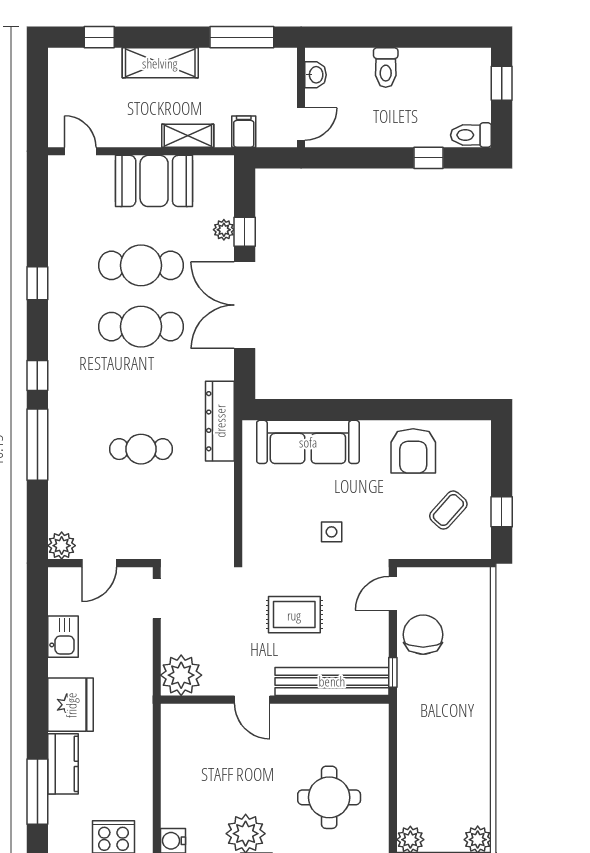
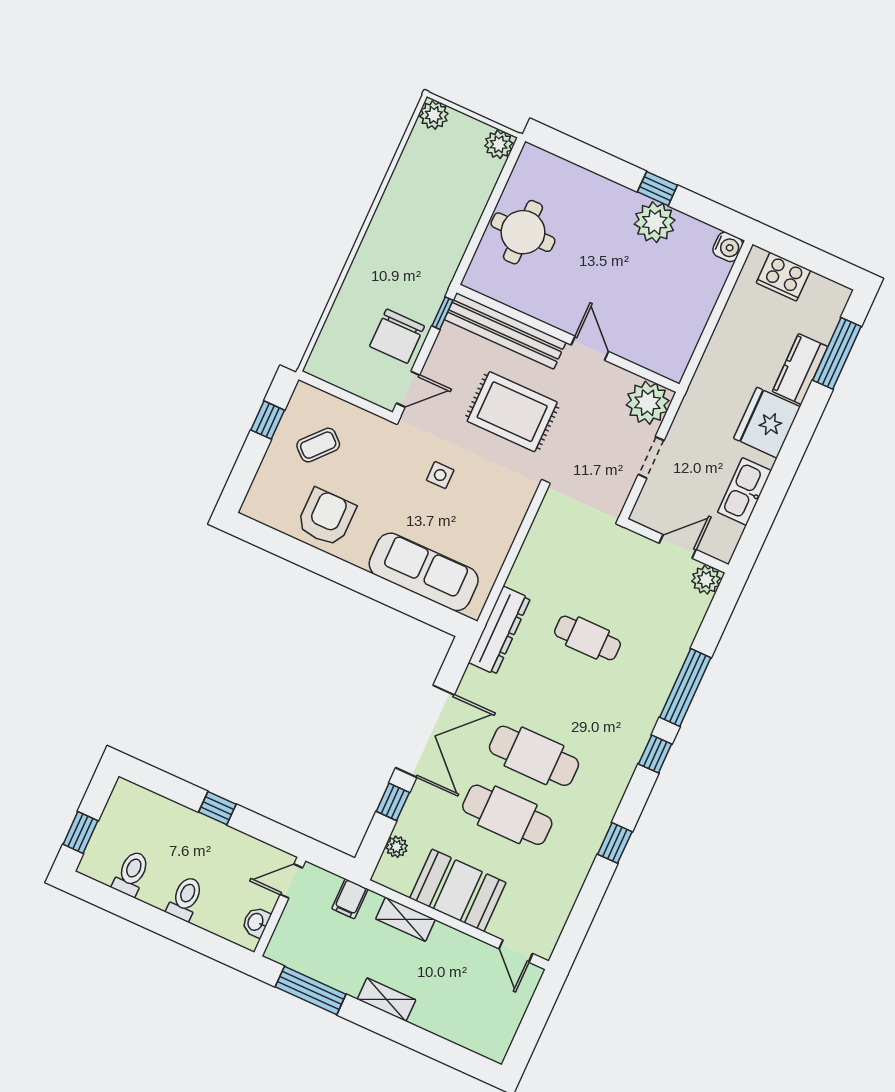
window: (99, 37) -> (448, 1053), removed
shelving: (160, 63) -> (386, 1000), width x0.67, depth x0.75
toilet: (471, 135) -> (131, 873), moved, turned -90
window: (428, 158) -> (217, 808), moved
plant: (224, 230) -> (397, 847), moved
doorway: (157, 599) -> (651, 458), moved
rug: (294, 615) -> (512, 412), width x1.36, depth x1.43
kitchen sink: (63, 637) -> (744, 491), width x1.38
round table: (329, 797) -> (523, 232), moved

